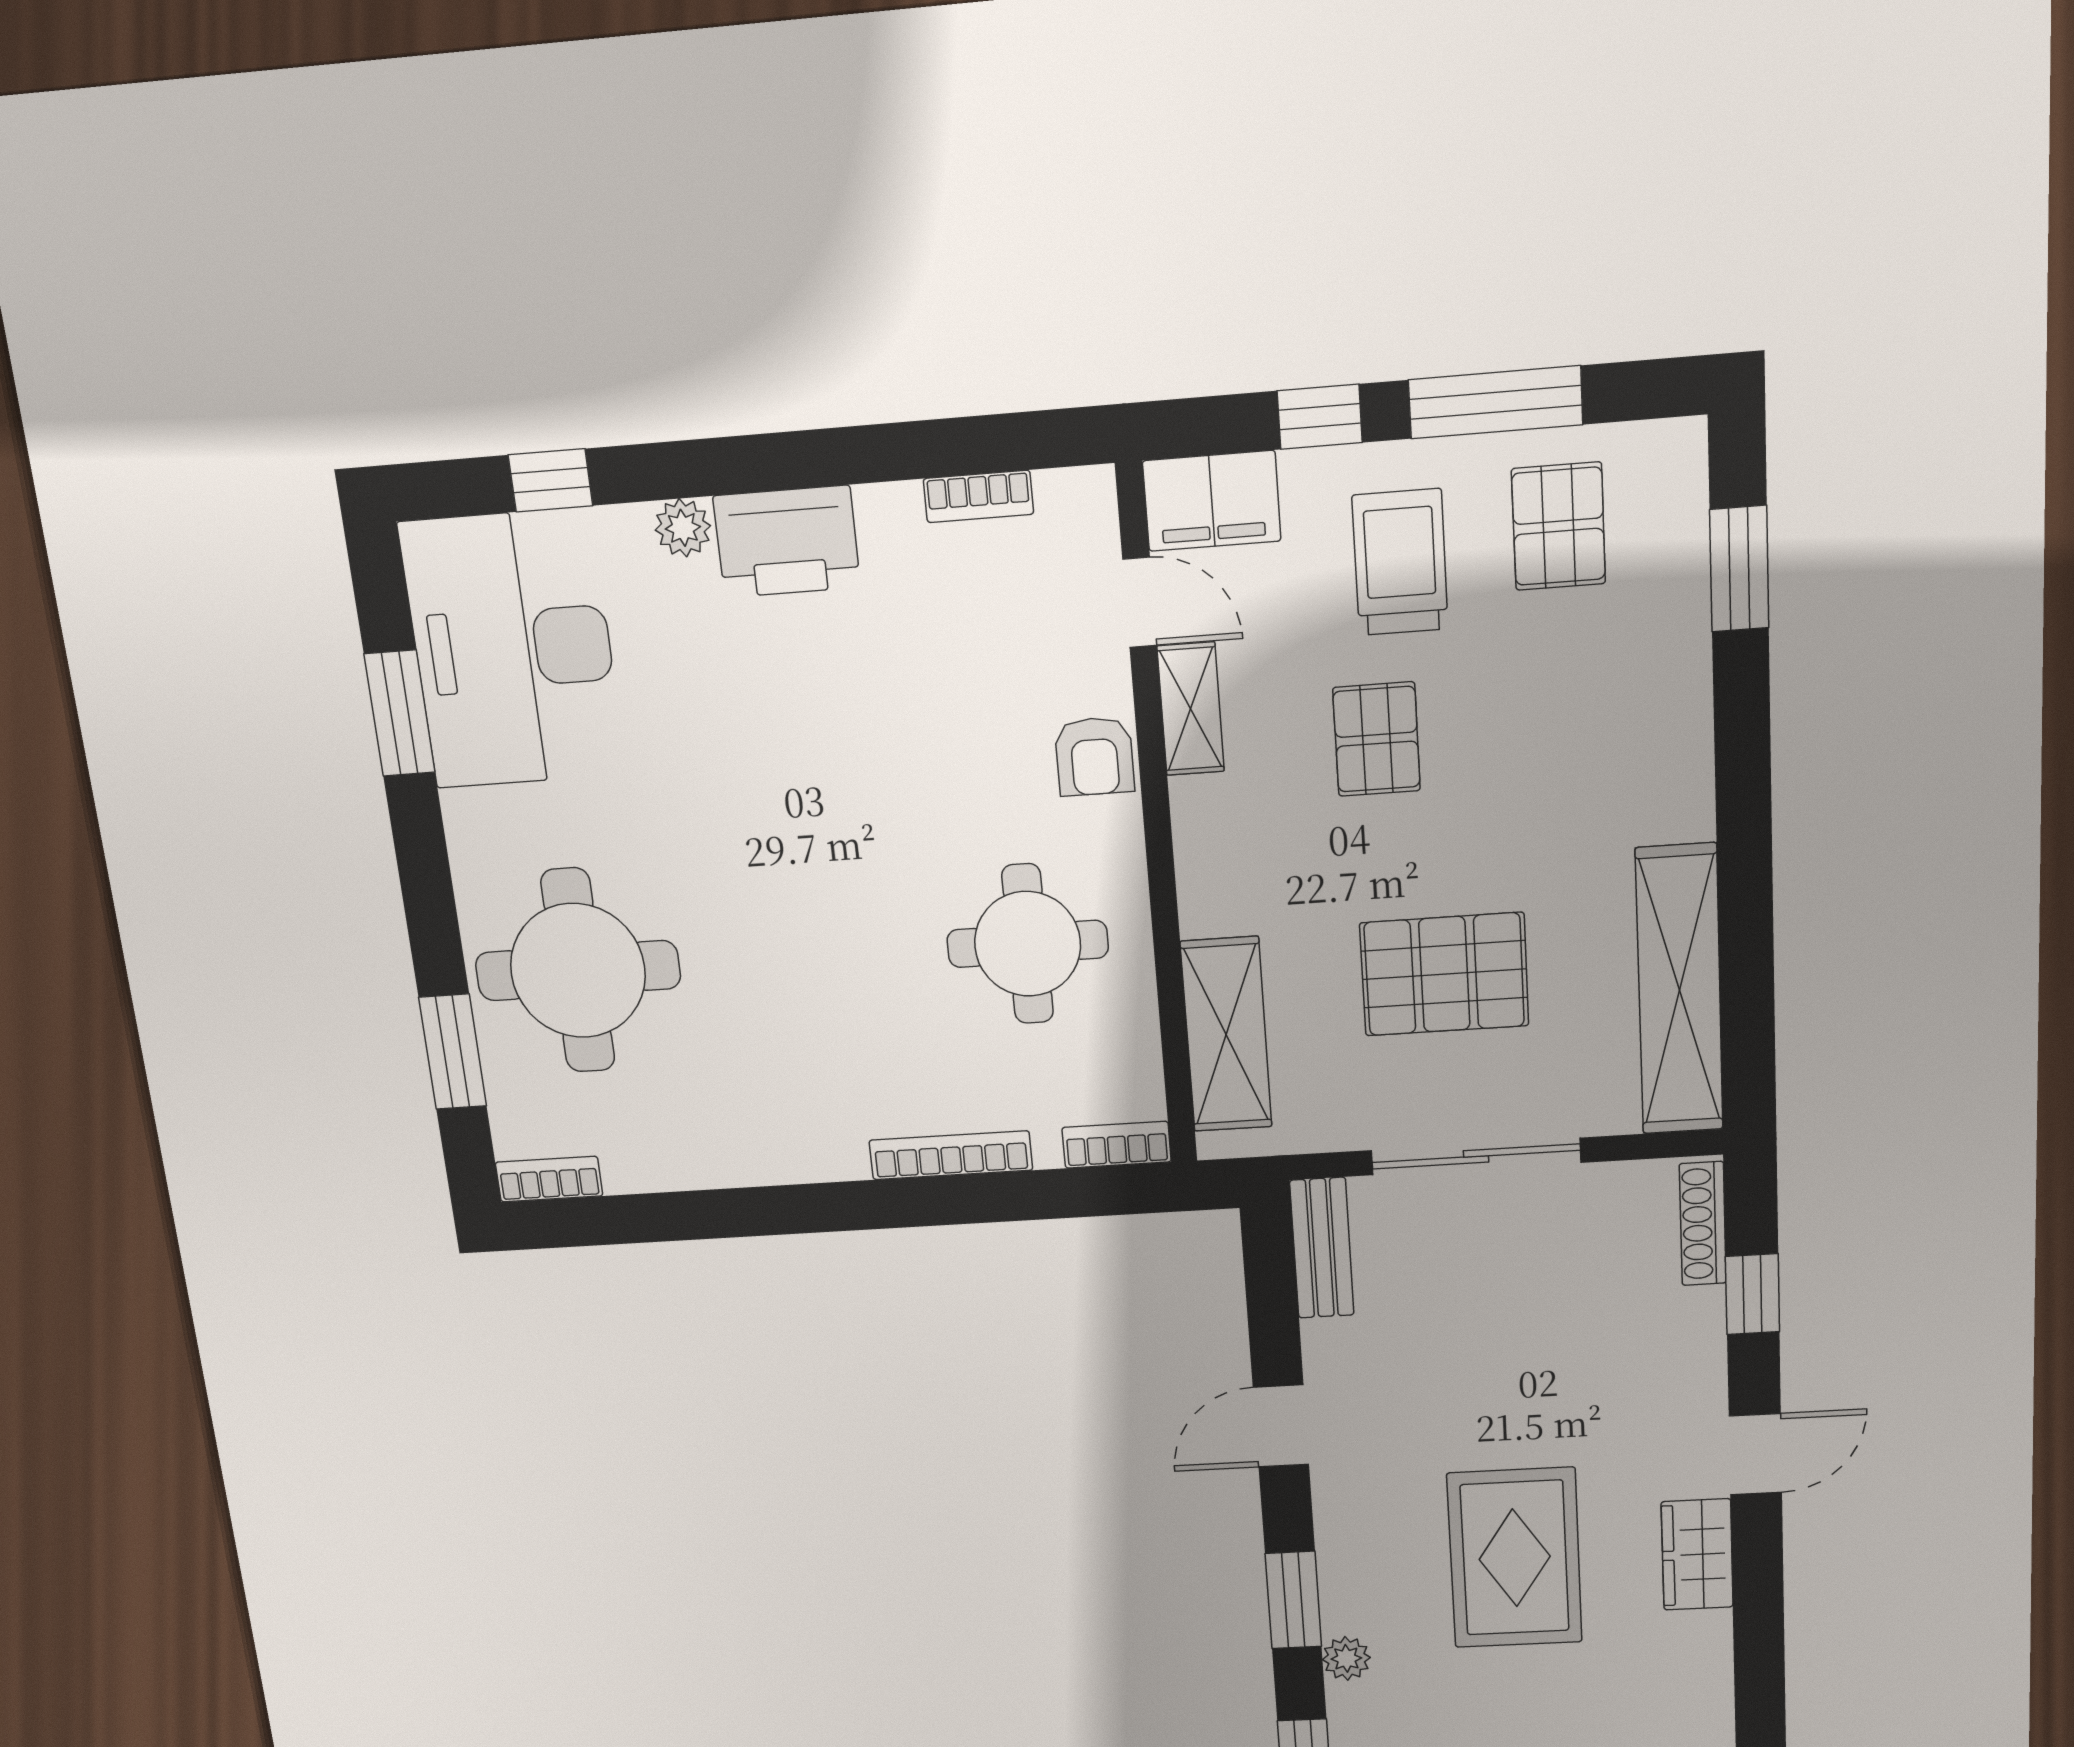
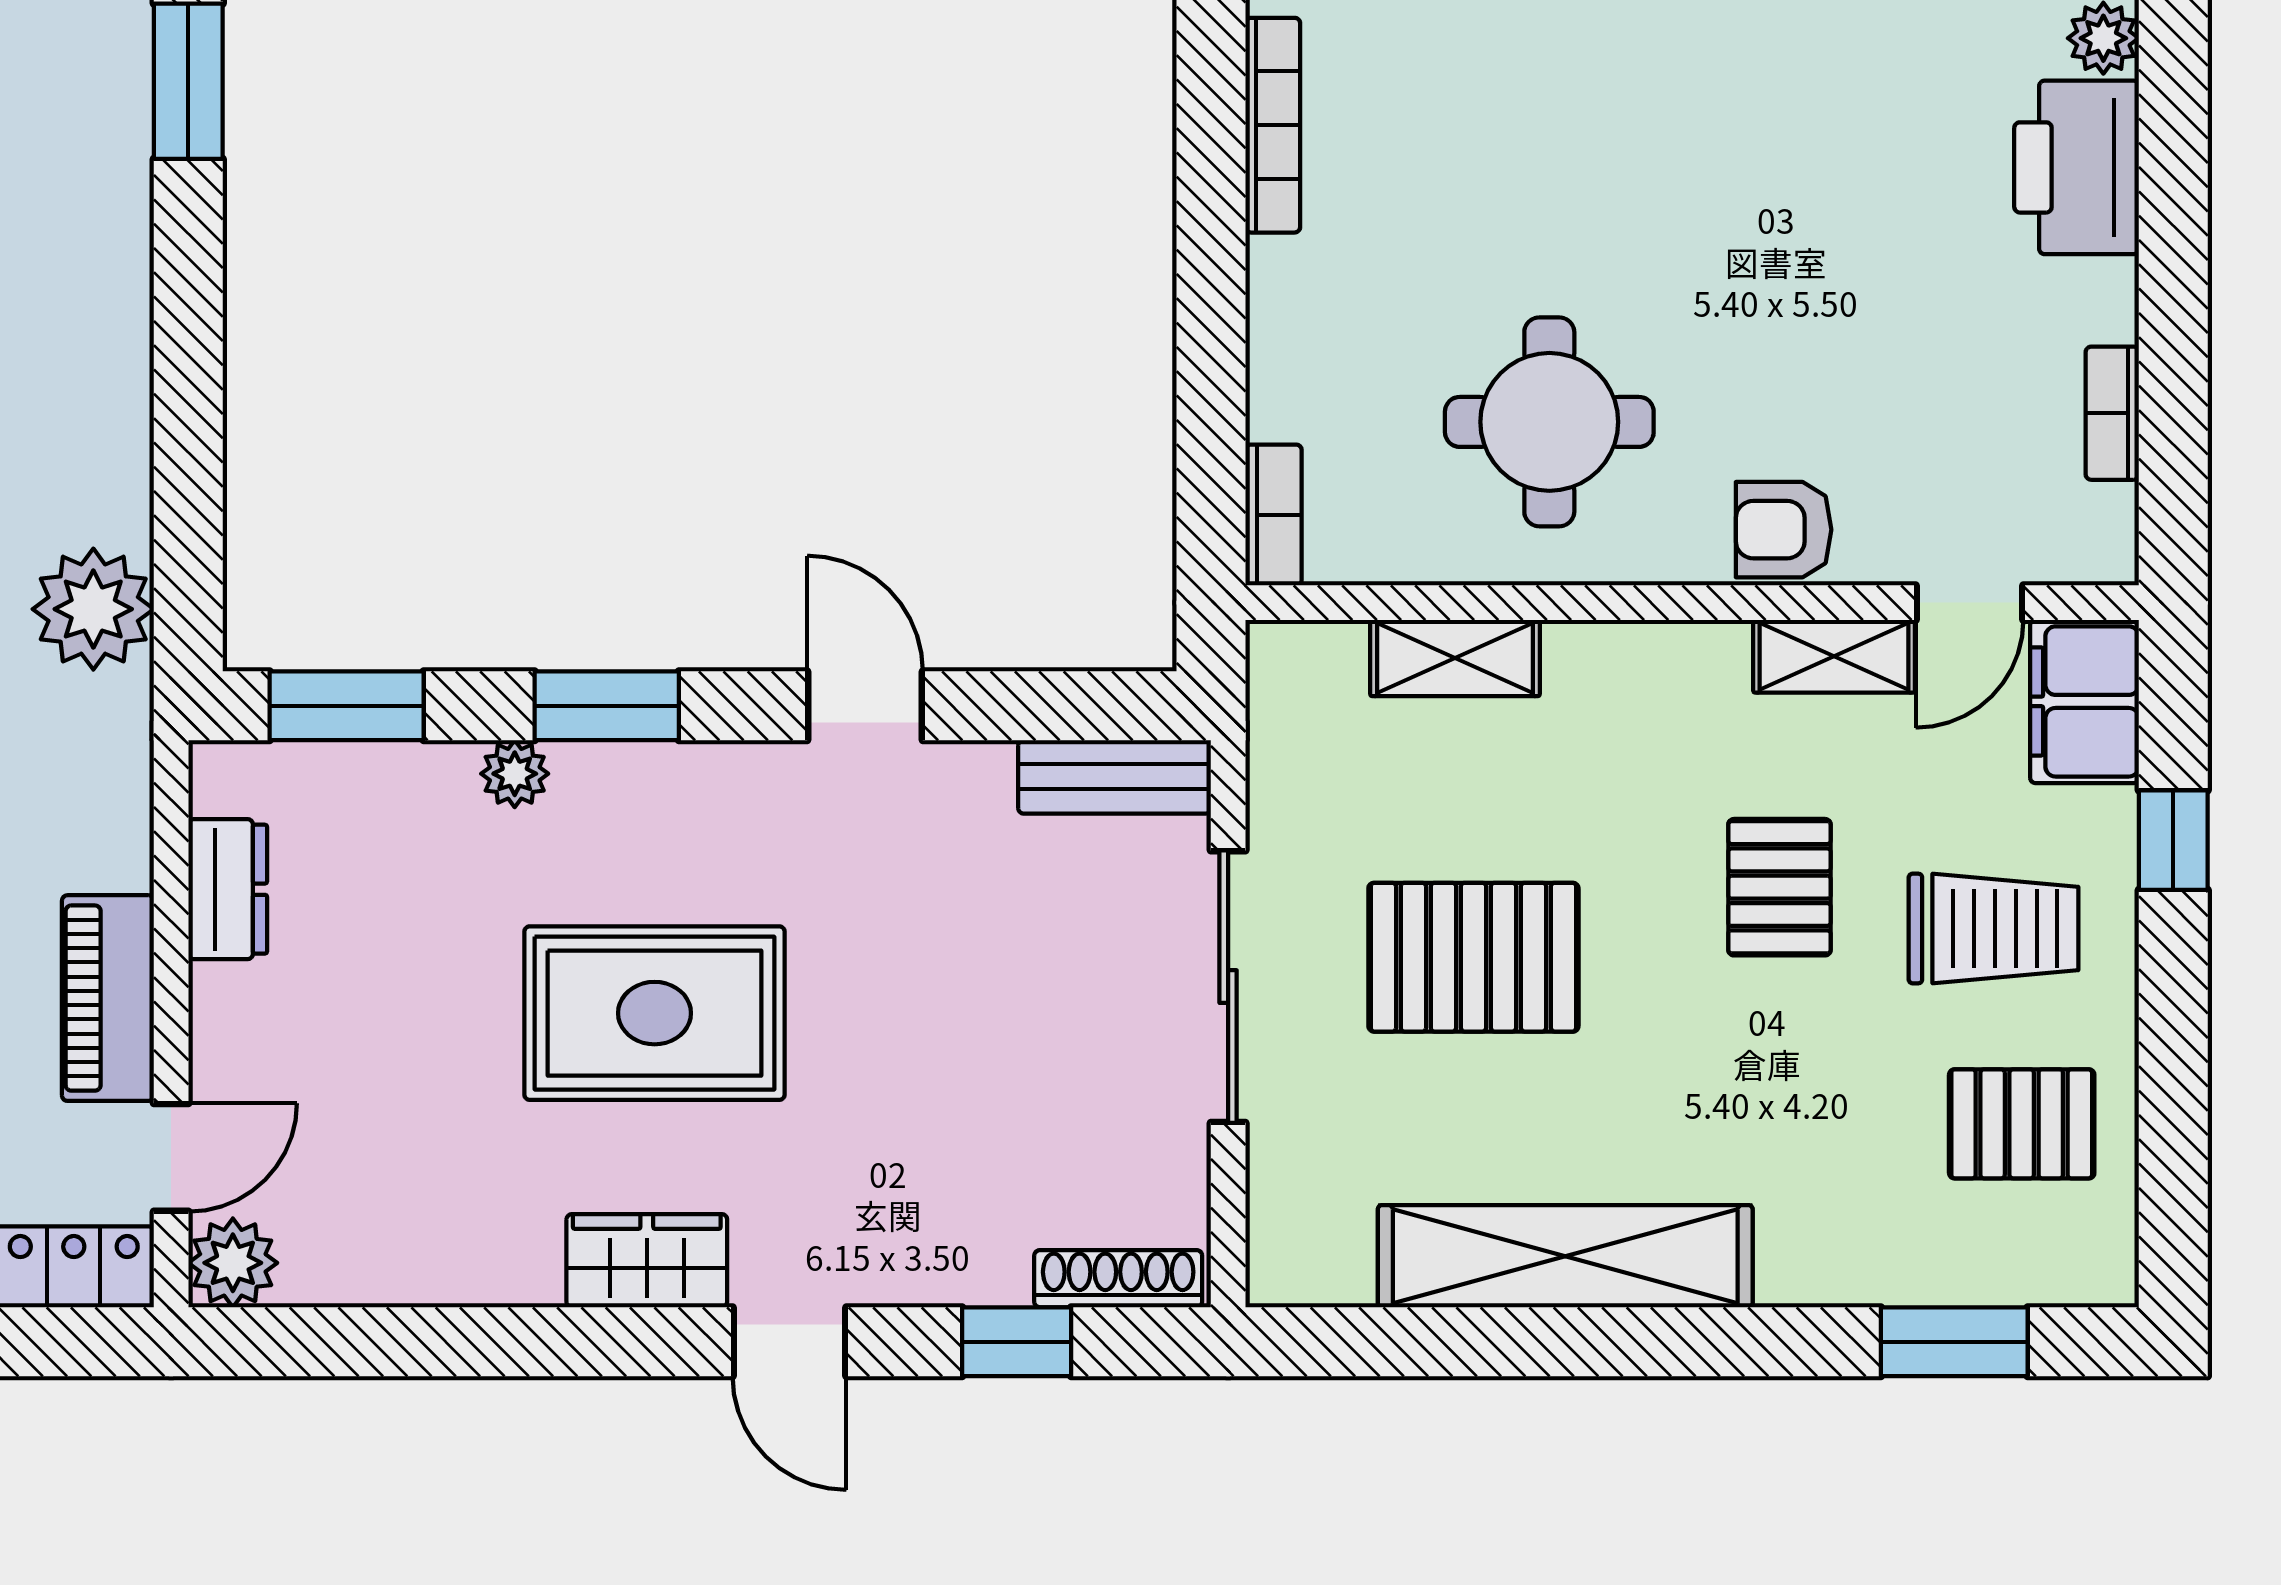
window: (1496, 402) -> (2173, 1054), removed
pallet: (1377, 739) -> (1779, 887), turned 90
pallet: (1444, 974) -> (1473, 957), turned 90
shelving: (1679, 990) -> (1565, 1256), moved
shelving: (1226, 1035) -> (1455, 658), width x0.67, depth x0.75
bookcase: (951, 1155) -> (1273, 125), moved

